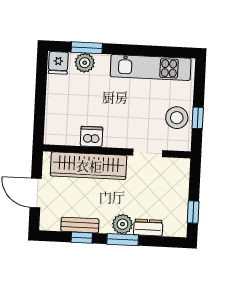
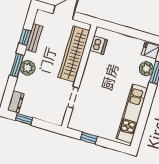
stool: (177, 118) -> (93, 124), removed
dishwasher: (92, 137) -> (98, 45), moved
dresser: (148, 228) -> (16, 102), moved

